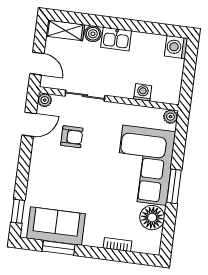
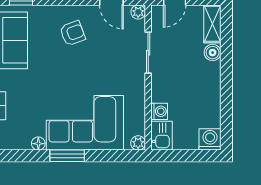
kitchen sink: (116, 39) -> (161, 136), moved, turned 180
armchair: (72, 137) -> (73, 33), moved, turned -110
floor lamp: (152, 218) -> (38, 144), width x0.53, depth x0.53

